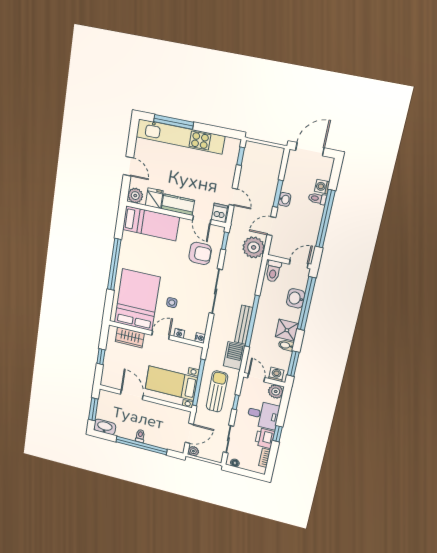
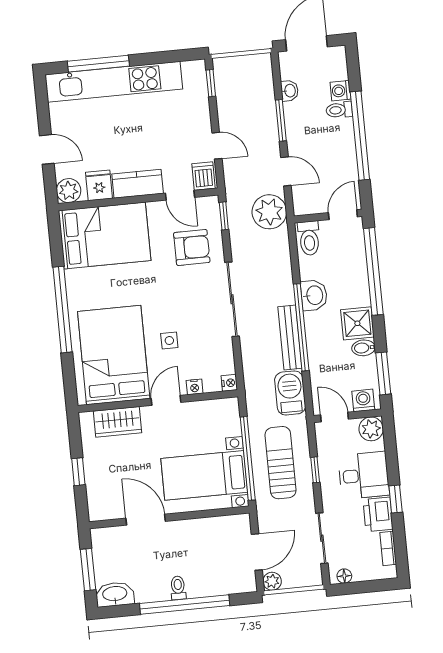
washbasin: (285, 199) -> (290, 91), moved
bed: (151, 223) -> (105, 236), width x1.50
door: (271, 226) -> (286, 171), swing flipped
washbasin: (296, 298) -> (314, 295), moved, turned 180

